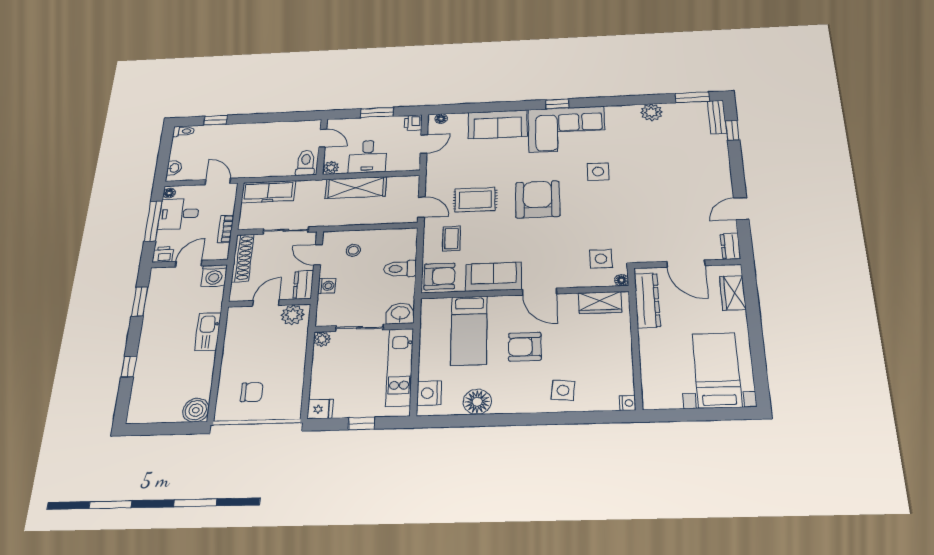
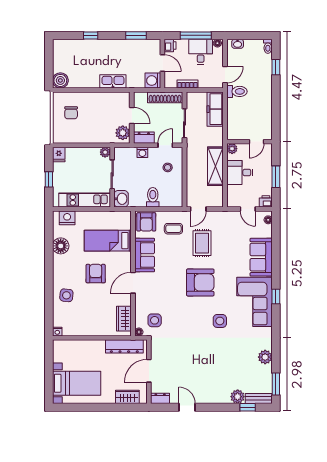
plant: (717, 144) -> (238, 397), added
toilet: (306, 163) -> (237, 91), moved

